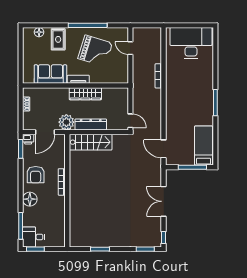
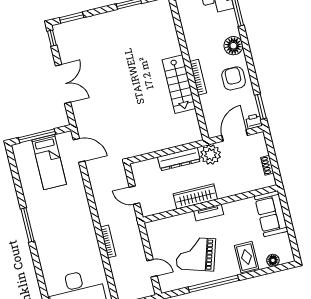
sofa: (50, 74) -> (271, 214), moved, turned 90
door: (130, 121) -> (134, 195), moved
stairs: (91, 142) -> (179, 84), moved, turned -90
bed: (203, 146) -> (49, 162), moved

